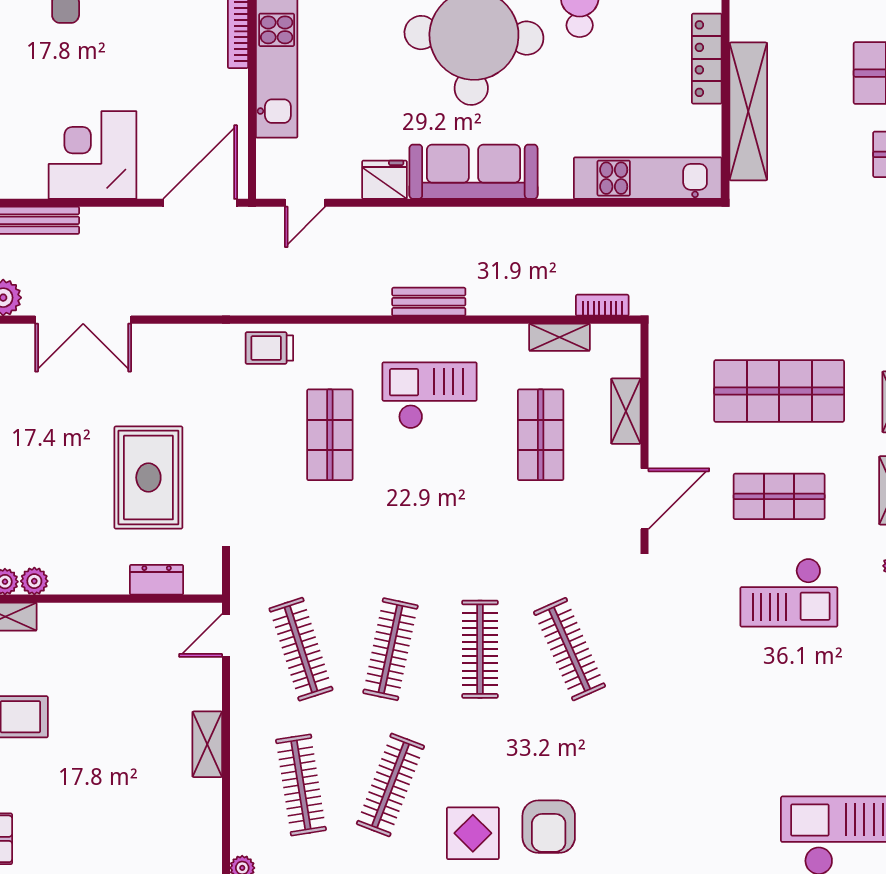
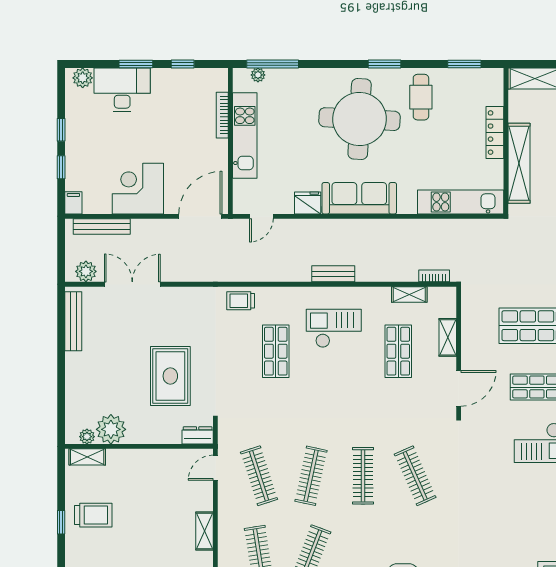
double door: (83, 320) -> (132, 284), swing flipped
dresser: (157, 580) -> (198, 435), moved
plant: (34, 581) -> (111, 429), width x1.87, depth x1.87

